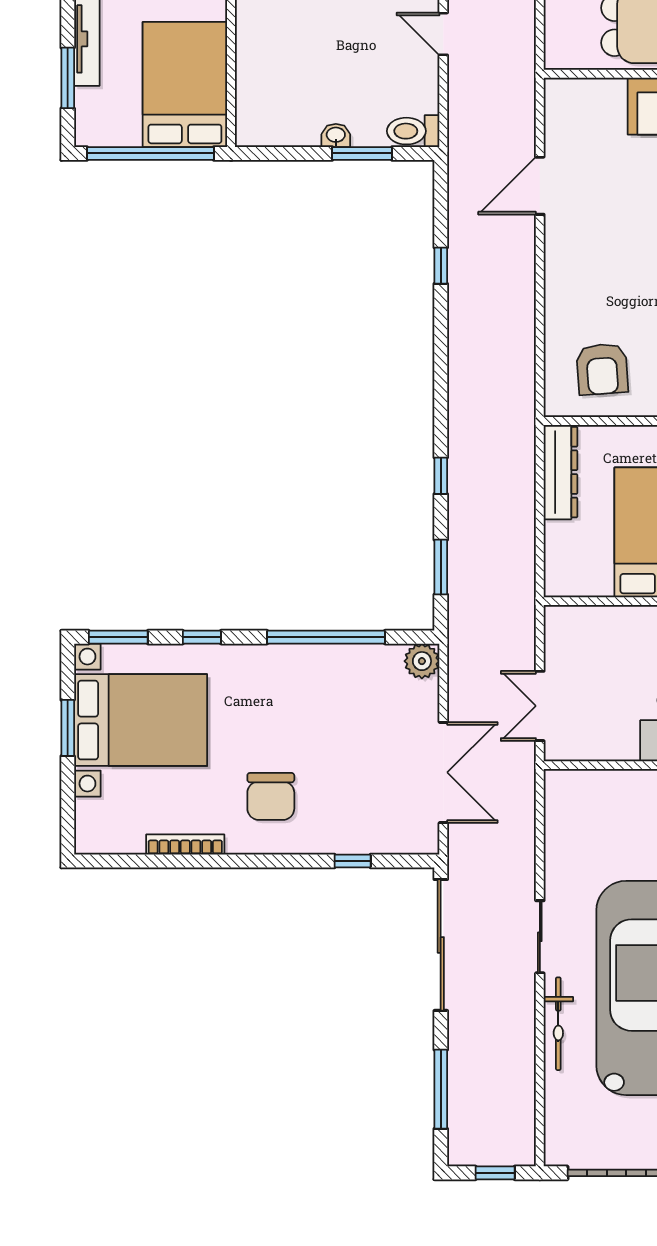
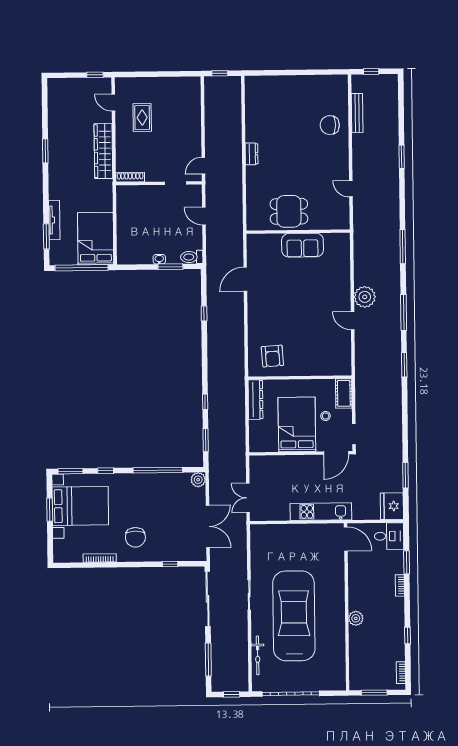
bicycle: (558, 1024) -> (258, 655), moved

